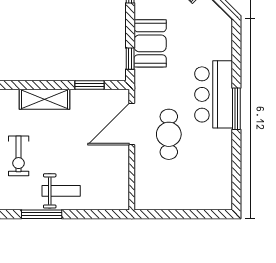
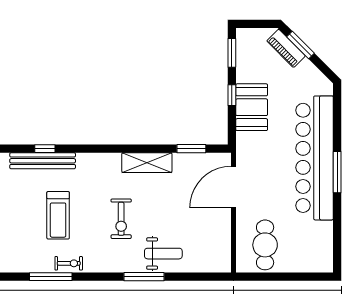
window: (130, 59) -> (232, 95), moved
bar counter: (214, 94) -> (315, 158), width x1.86
cafe table: (169, 134) -> (265, 245), moved

